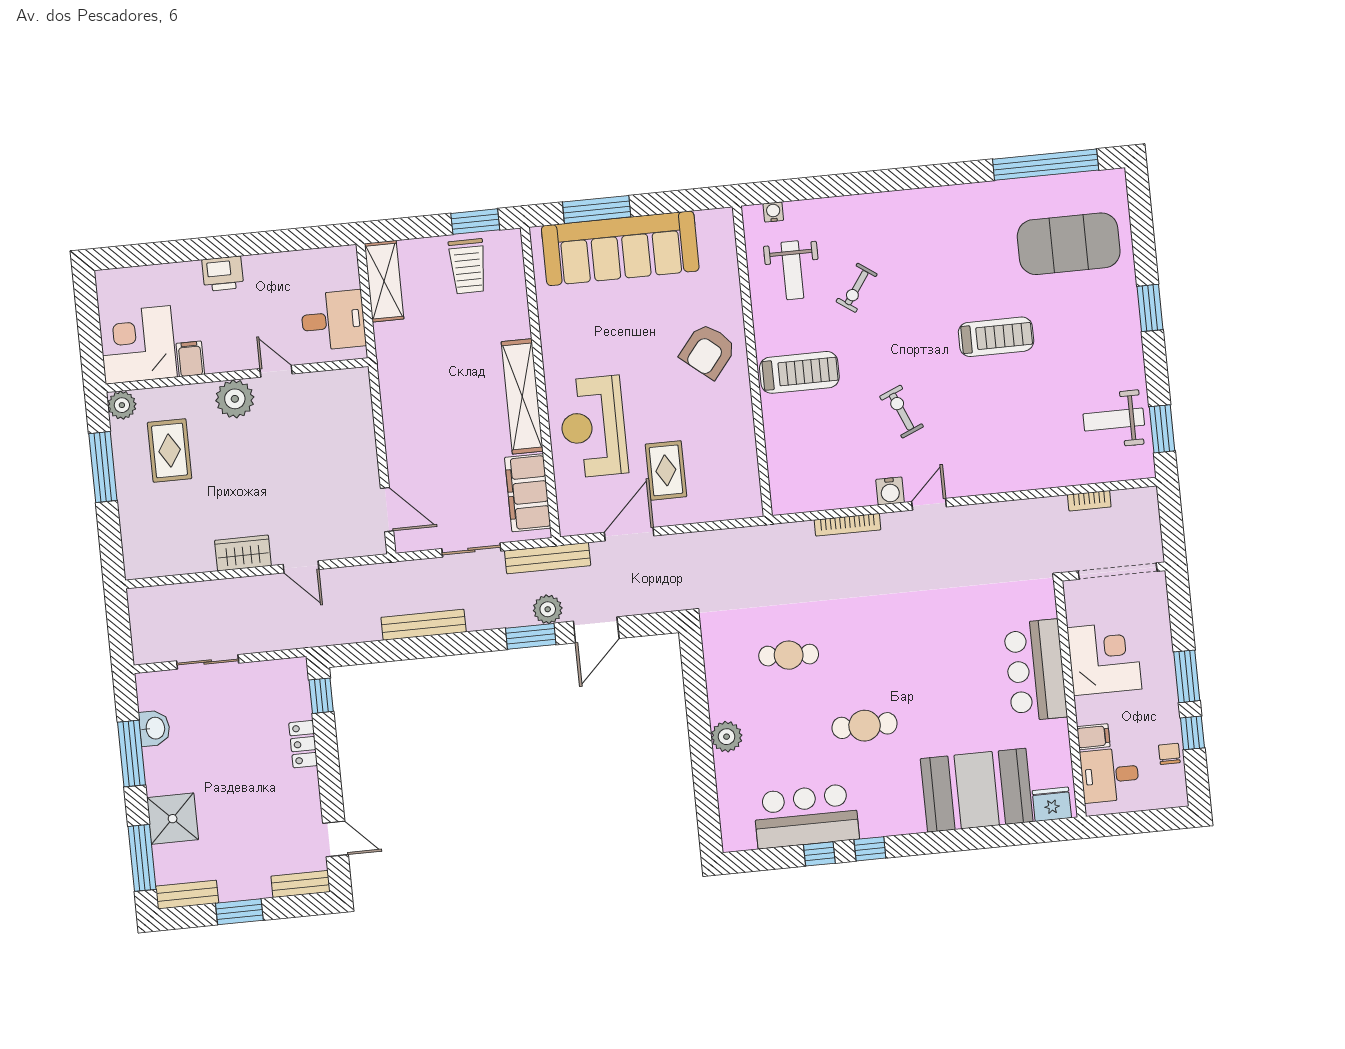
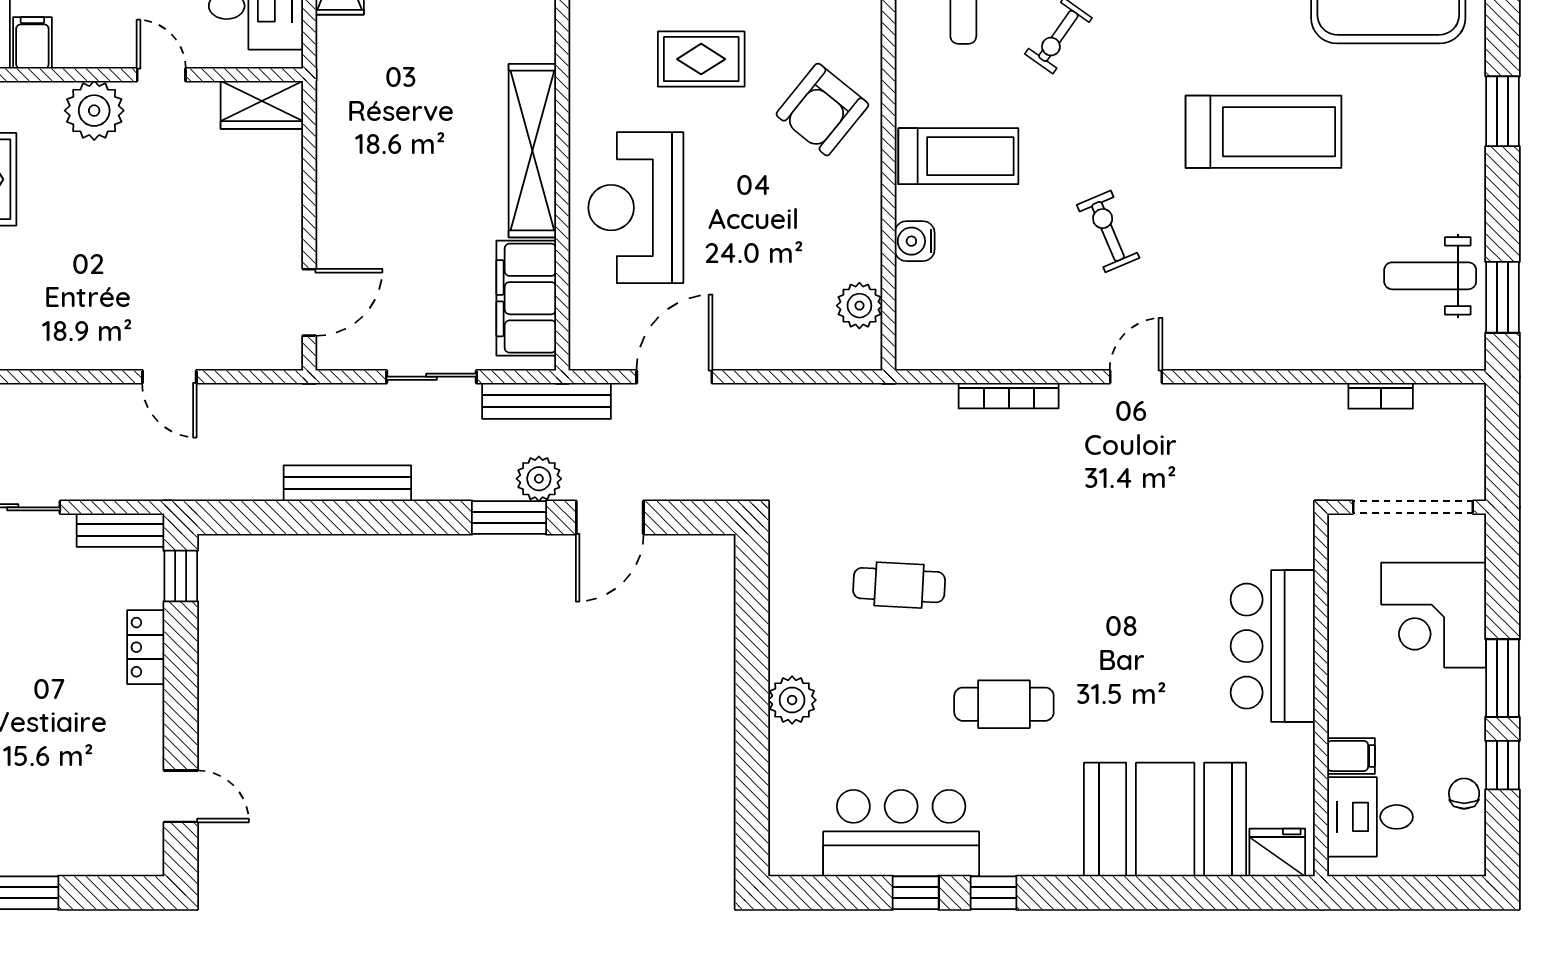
treadmill: (996, 337) -> (1263, 132), width x1.37, depth x1.38
rug: (666, 470) -> (701, 59), moved, turned 90
plant: (745, 476) -> (859, 306), added
water cooler: (890, 491) -> (915, 241), moved, turned 90
door: (387, 510) -> (309, 302), hinge flipped
wardrobe: (243, 553) -> (262, 105), moved, turned 180
corner desk: (1104, 658) -> (1434, 615), moved, turned 180
bench: (301, 884) -> (120, 530), moved

